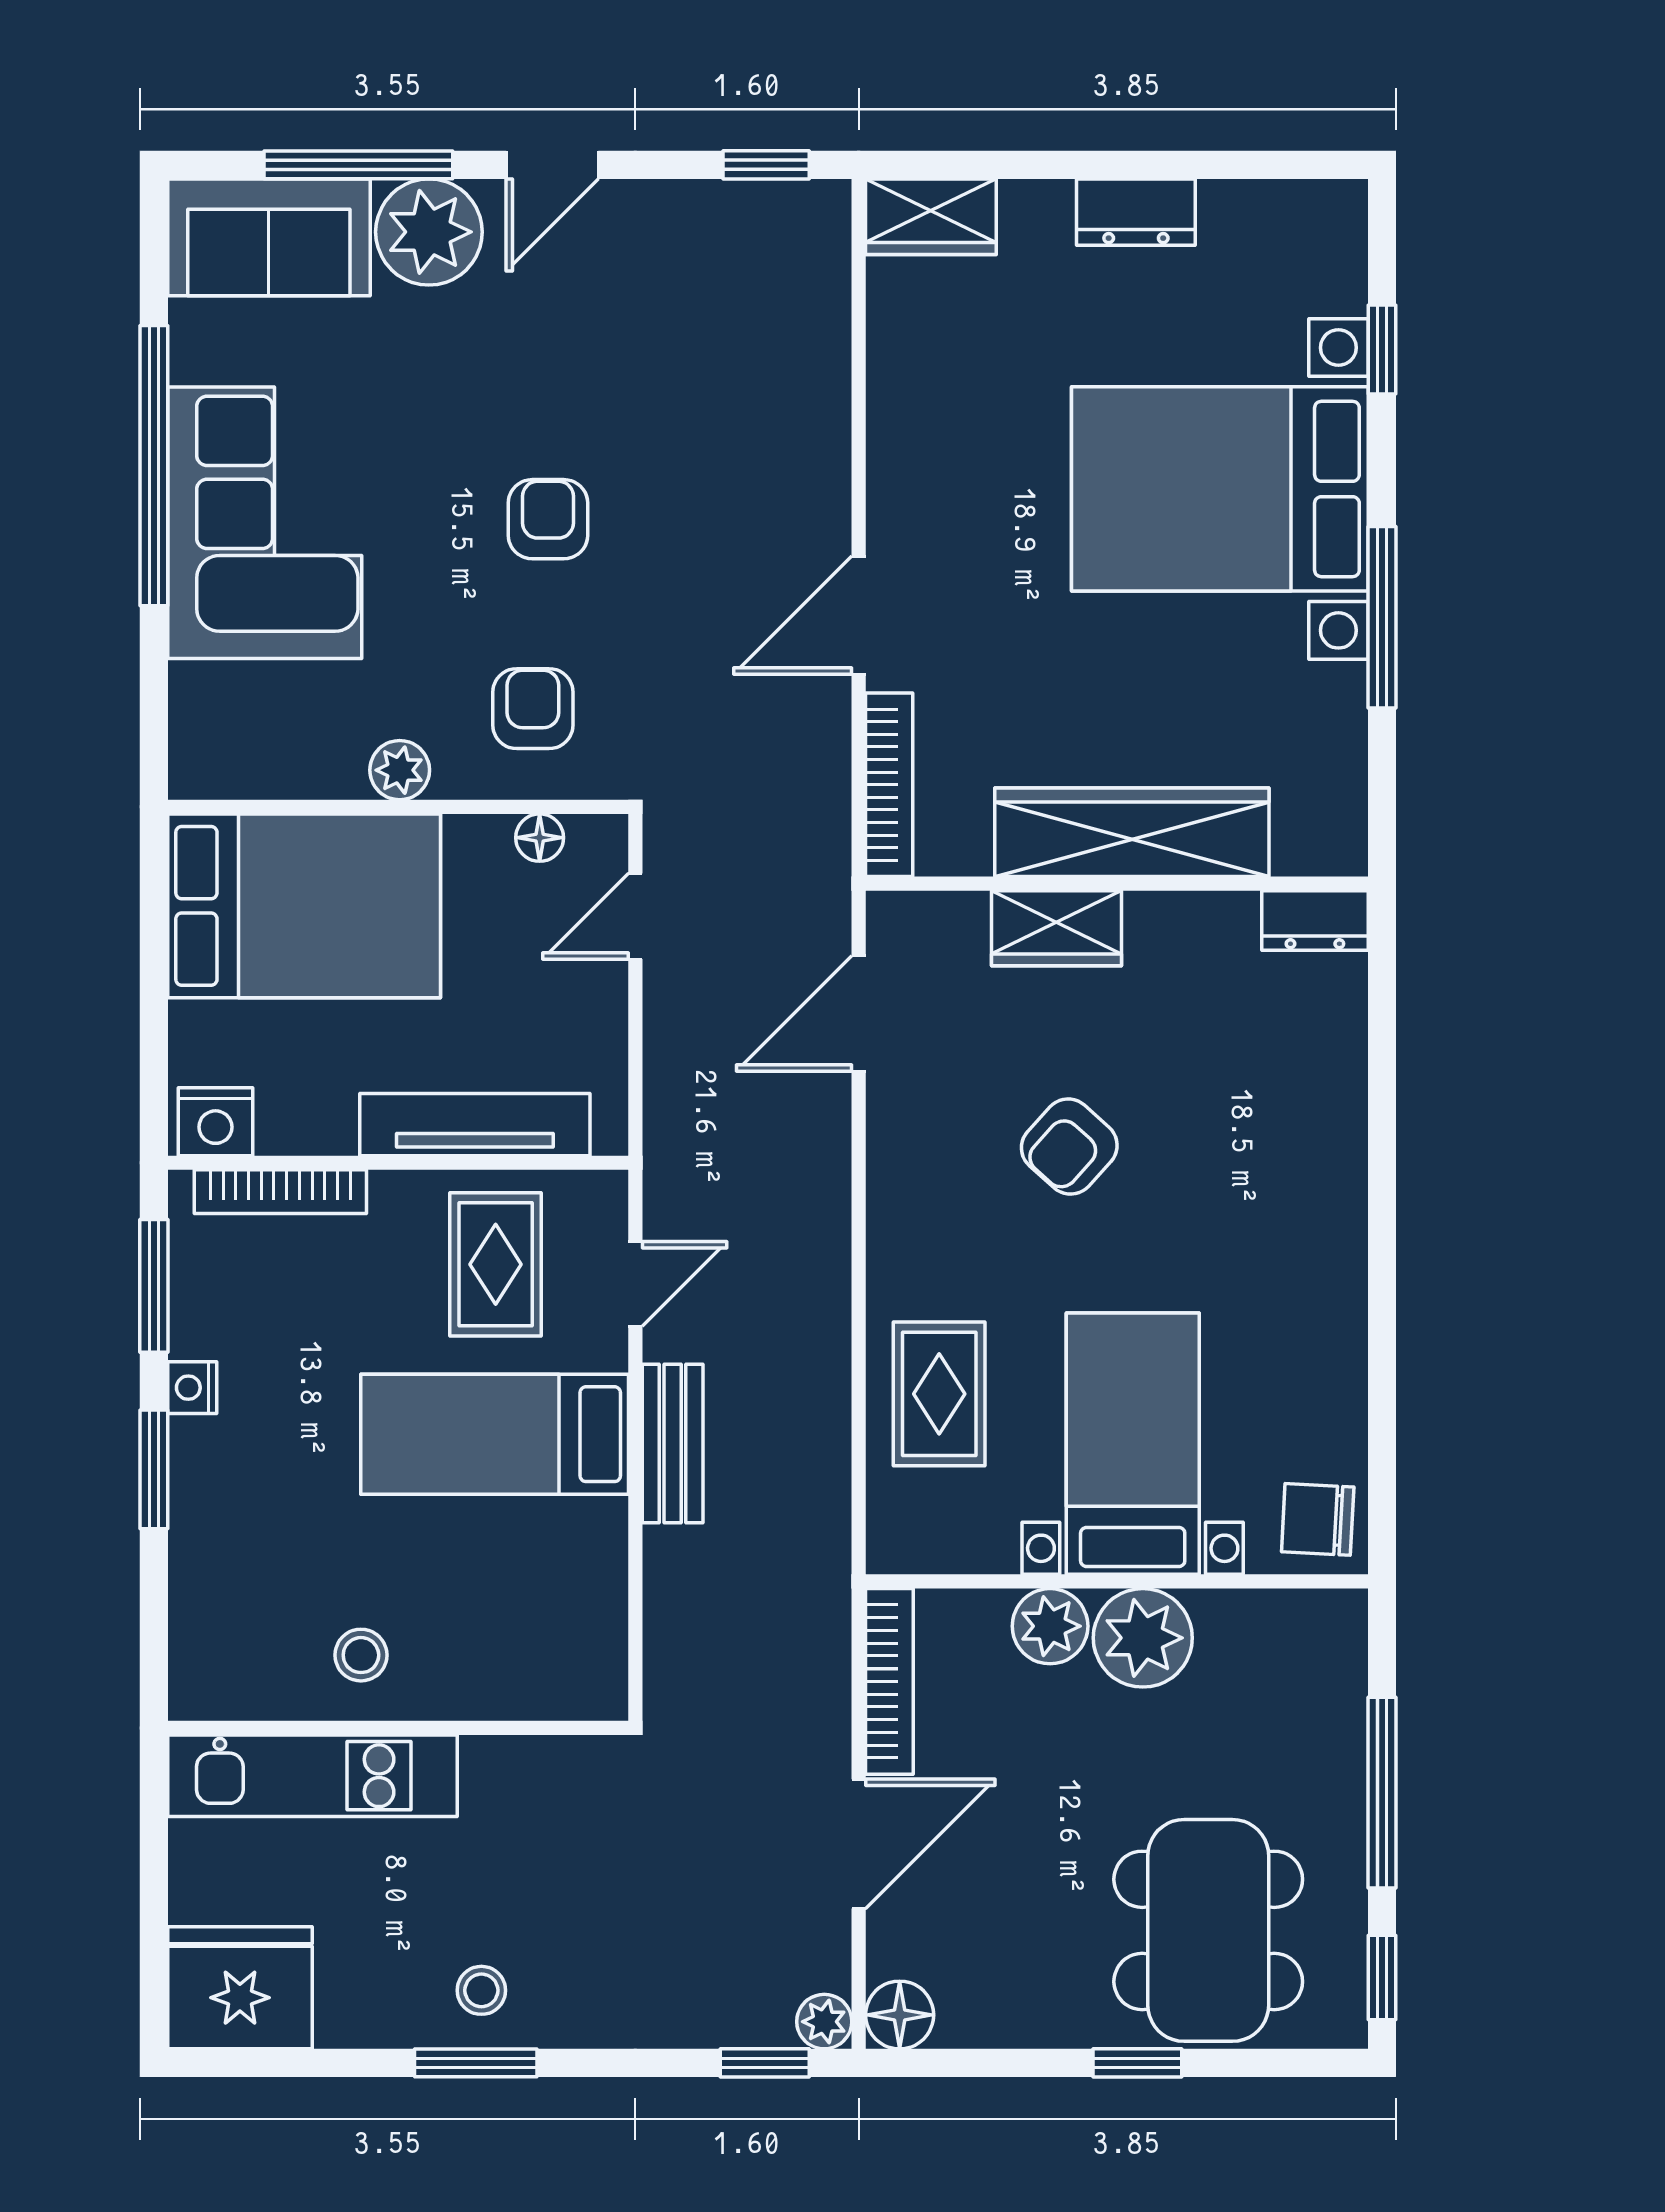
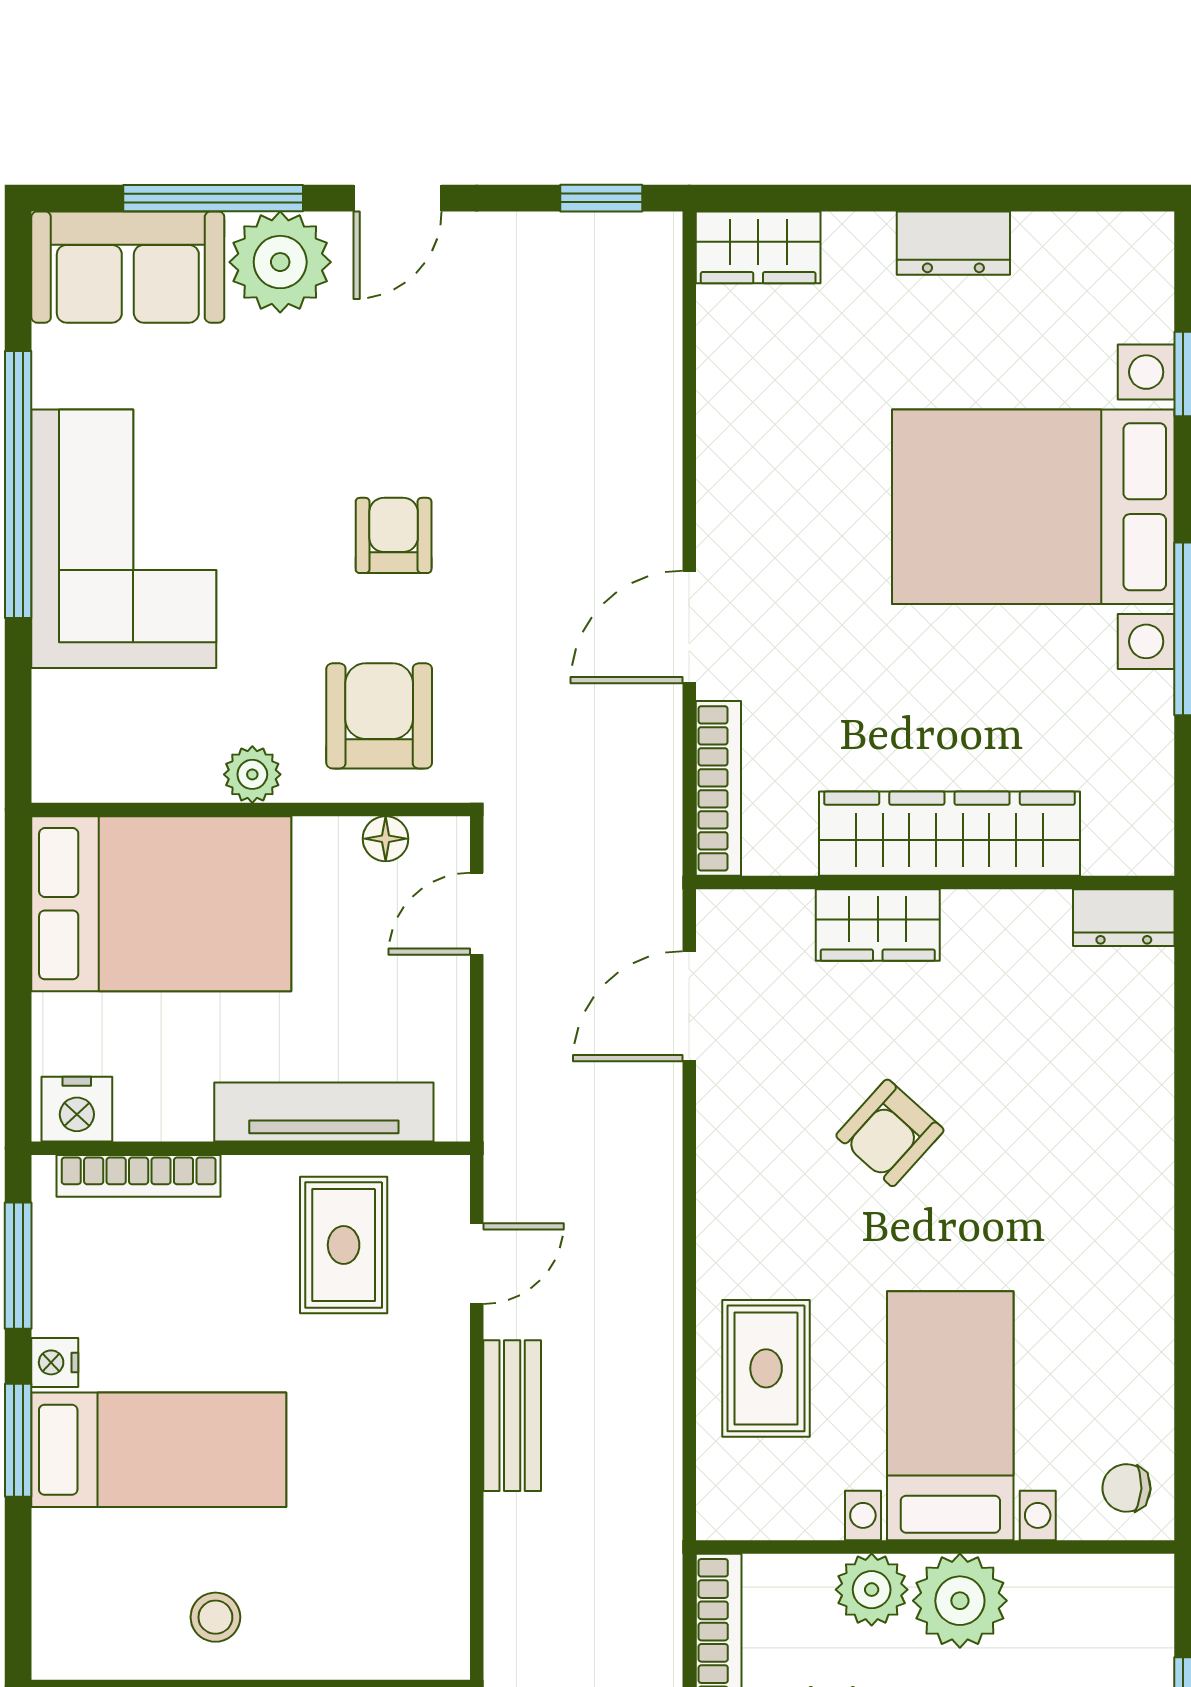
armchair: (533, 709) -> (379, 716), width x1.38, depth x1.38
bed: (495, 1434) -> (159, 1450), moved, turned 180
chair: (1318, 1519) -> (1126, 1488), width x0.73, depth x0.73

